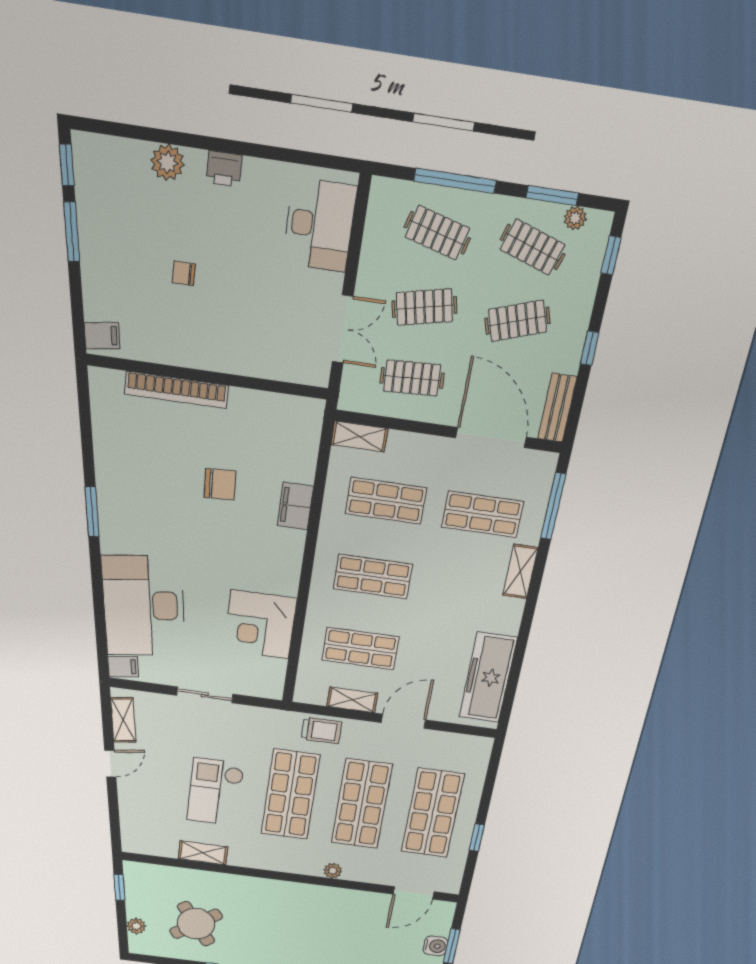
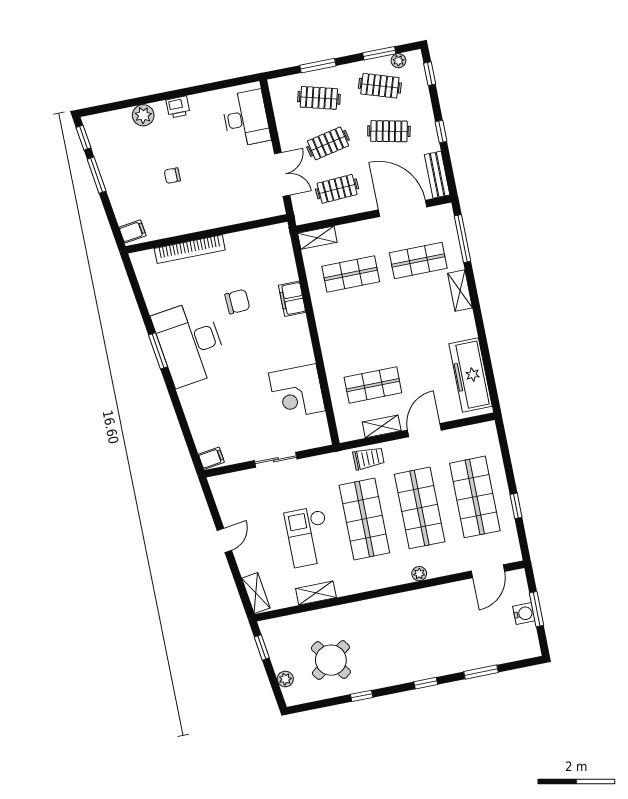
window: (455, 181) -> (318, 66), width x0.69
clothes rail: (517, 321) -> (389, 131), turned 30
shop shelf: (373, 577) -> (362, 330), removed
desk: (144, 606) -> (190, 343), moved
shelving: (123, 720) -> (256, 593), moved

